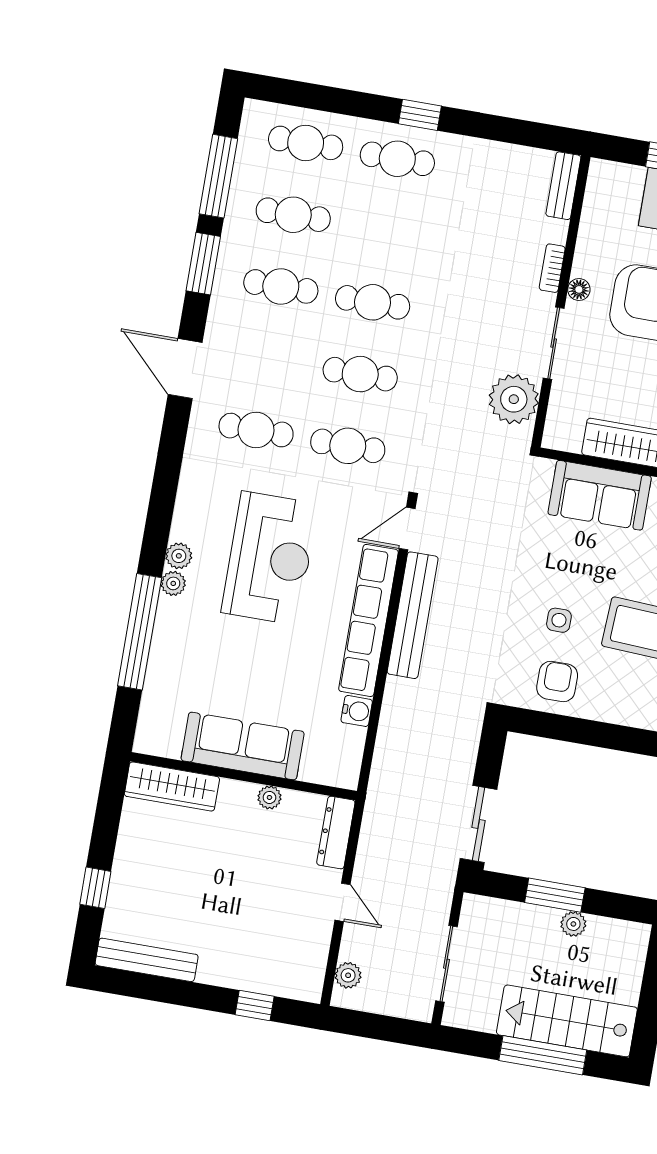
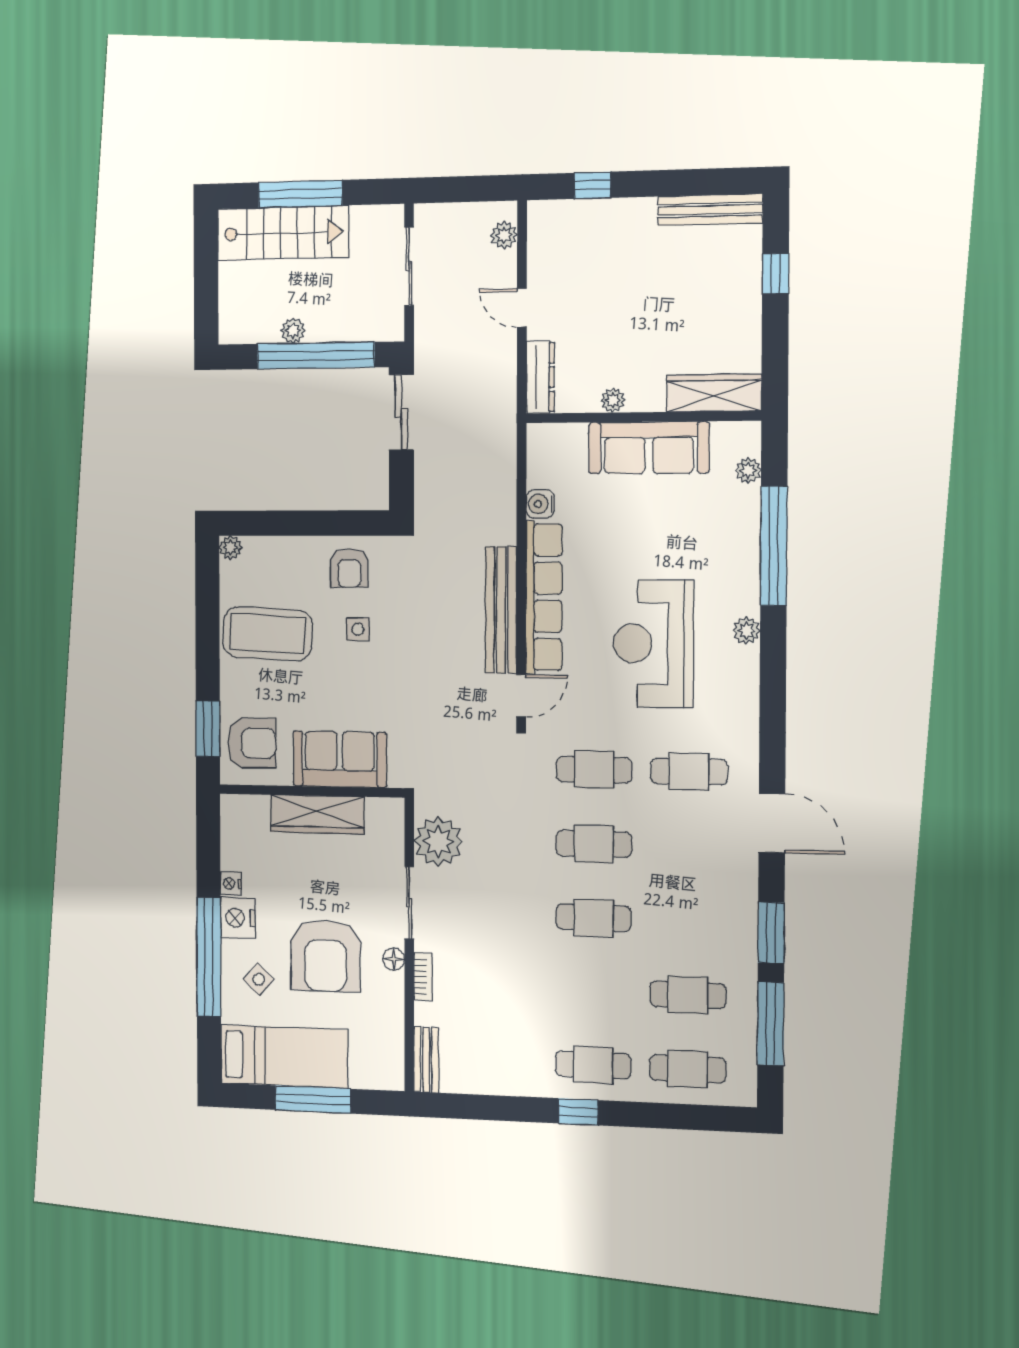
cafe table: (281, 286) -> (688, 921), removed
plant: (173, 583) -> (748, 470), moved
window: (555, 895) -> (316, 356), width x2.11

